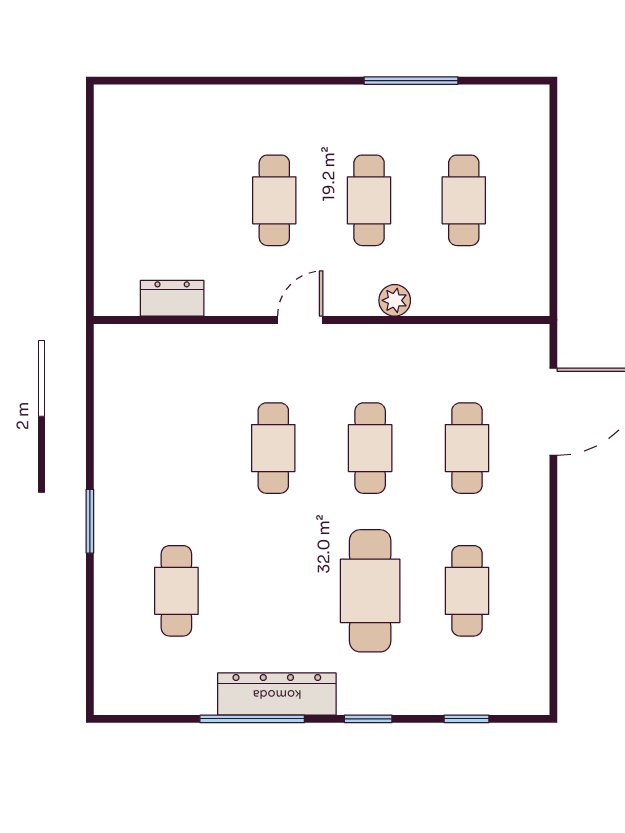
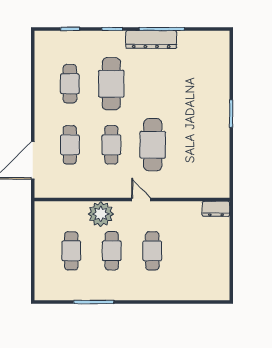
dresser: (172, 298) -> (216, 209), moved
plant: (395, 300) -> (101, 214), width x1.88, depth x1.88
door: (300, 320) -> (141, 200), swing flipped
cafe table: (273, 448) -> (153, 145), width x1.37, depth x1.35
cafe table: (176, 591) -> (194, 84), removed

